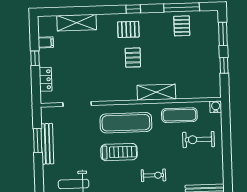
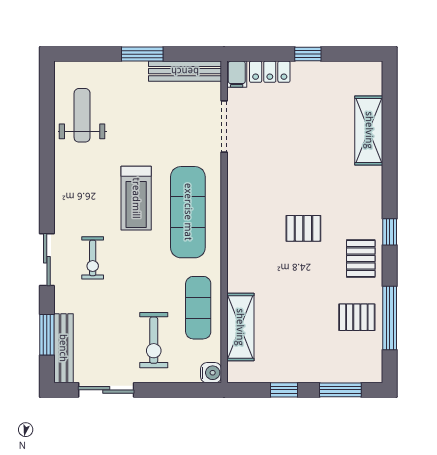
pallet: (128, 29) -> (361, 259), moved
filing cabinet: (46, 42) -> (237, 74), moved
shelving: (156, 92) -> (240, 327), moved
window: (38, 140) -> (142, 54), moved
exercise bike: (198, 140) -> (154, 340), turned 180
bench: (47, 144) -> (185, 71), moved
sliding door: (227, 165) -> (106, 390), added

